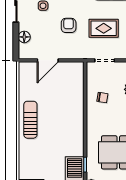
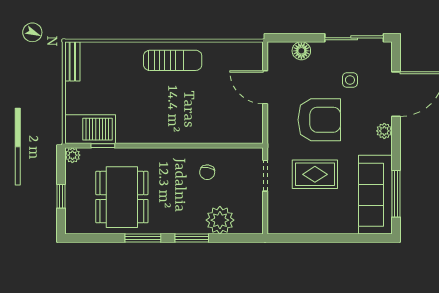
armchair: (69, 25) -> (319, 120), width x1.88, depth x1.88
rug: (104, 28) -> (315, 174), turned 90

